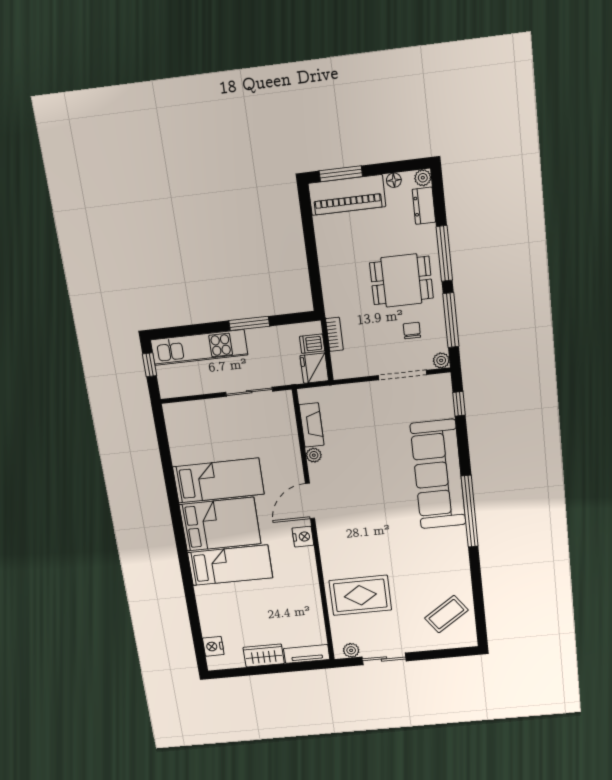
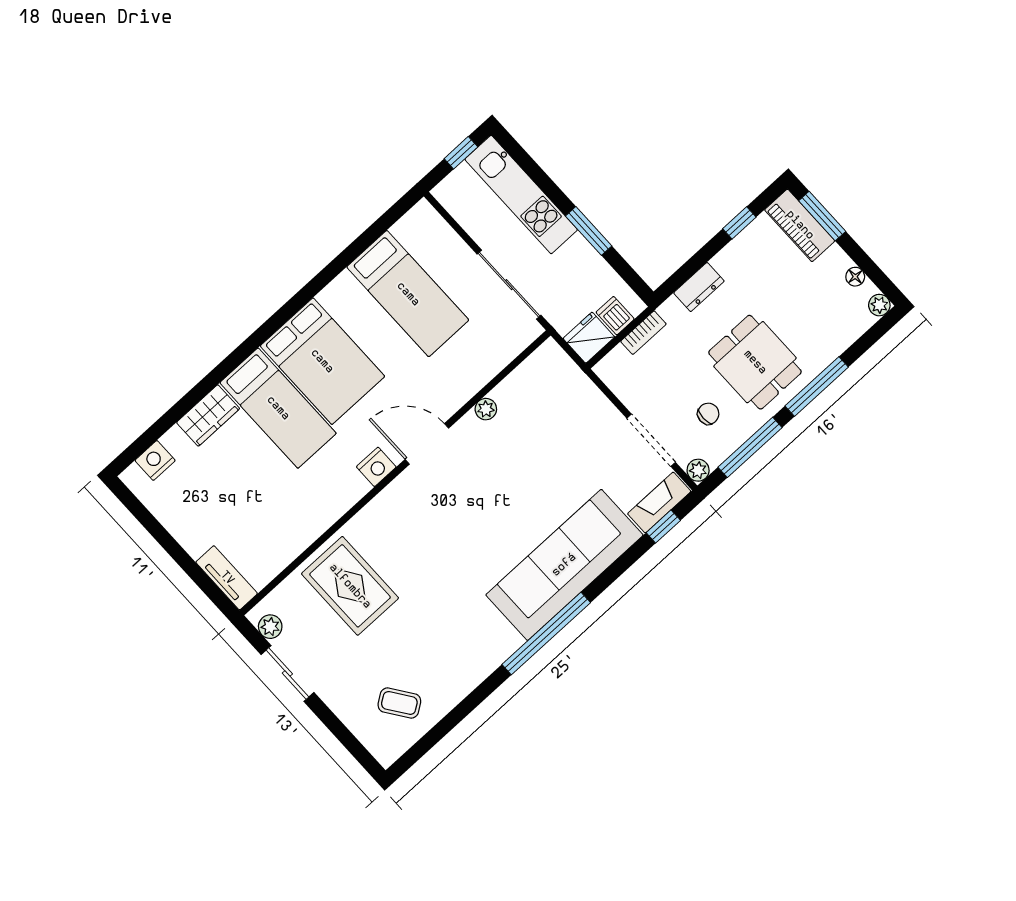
piano: (347, 195) -> (800, 225), width x0.73, depth x0.75
dresser: (424, 206) -> (699, 287), moved, turned 180
window: (308, 229) -> (739, 223), added
sliding door: (249, 392) -> (509, 285), width x1.37
fireplace: (312, 425) -> (659, 503), moved, turned 180
bed: (218, 481) -> (408, 294), moved
coffee table: (446, 614) -> (399, 703), width x0.73, depth x0.77
wardrobe: (264, 656) -> (208, 415), moved, turned 90

